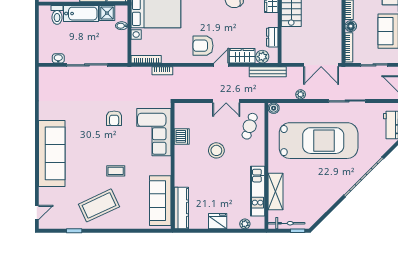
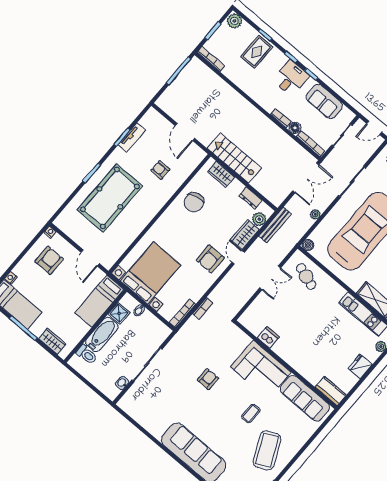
armchair: (114, 118) -> (208, 379), turned -90
corner sofa: (154, 132) -> (261, 369), moved
stool: (216, 150) -> (303, 319), removed
kitchen counter: (181, 208) -> (331, 391), width x0.67

